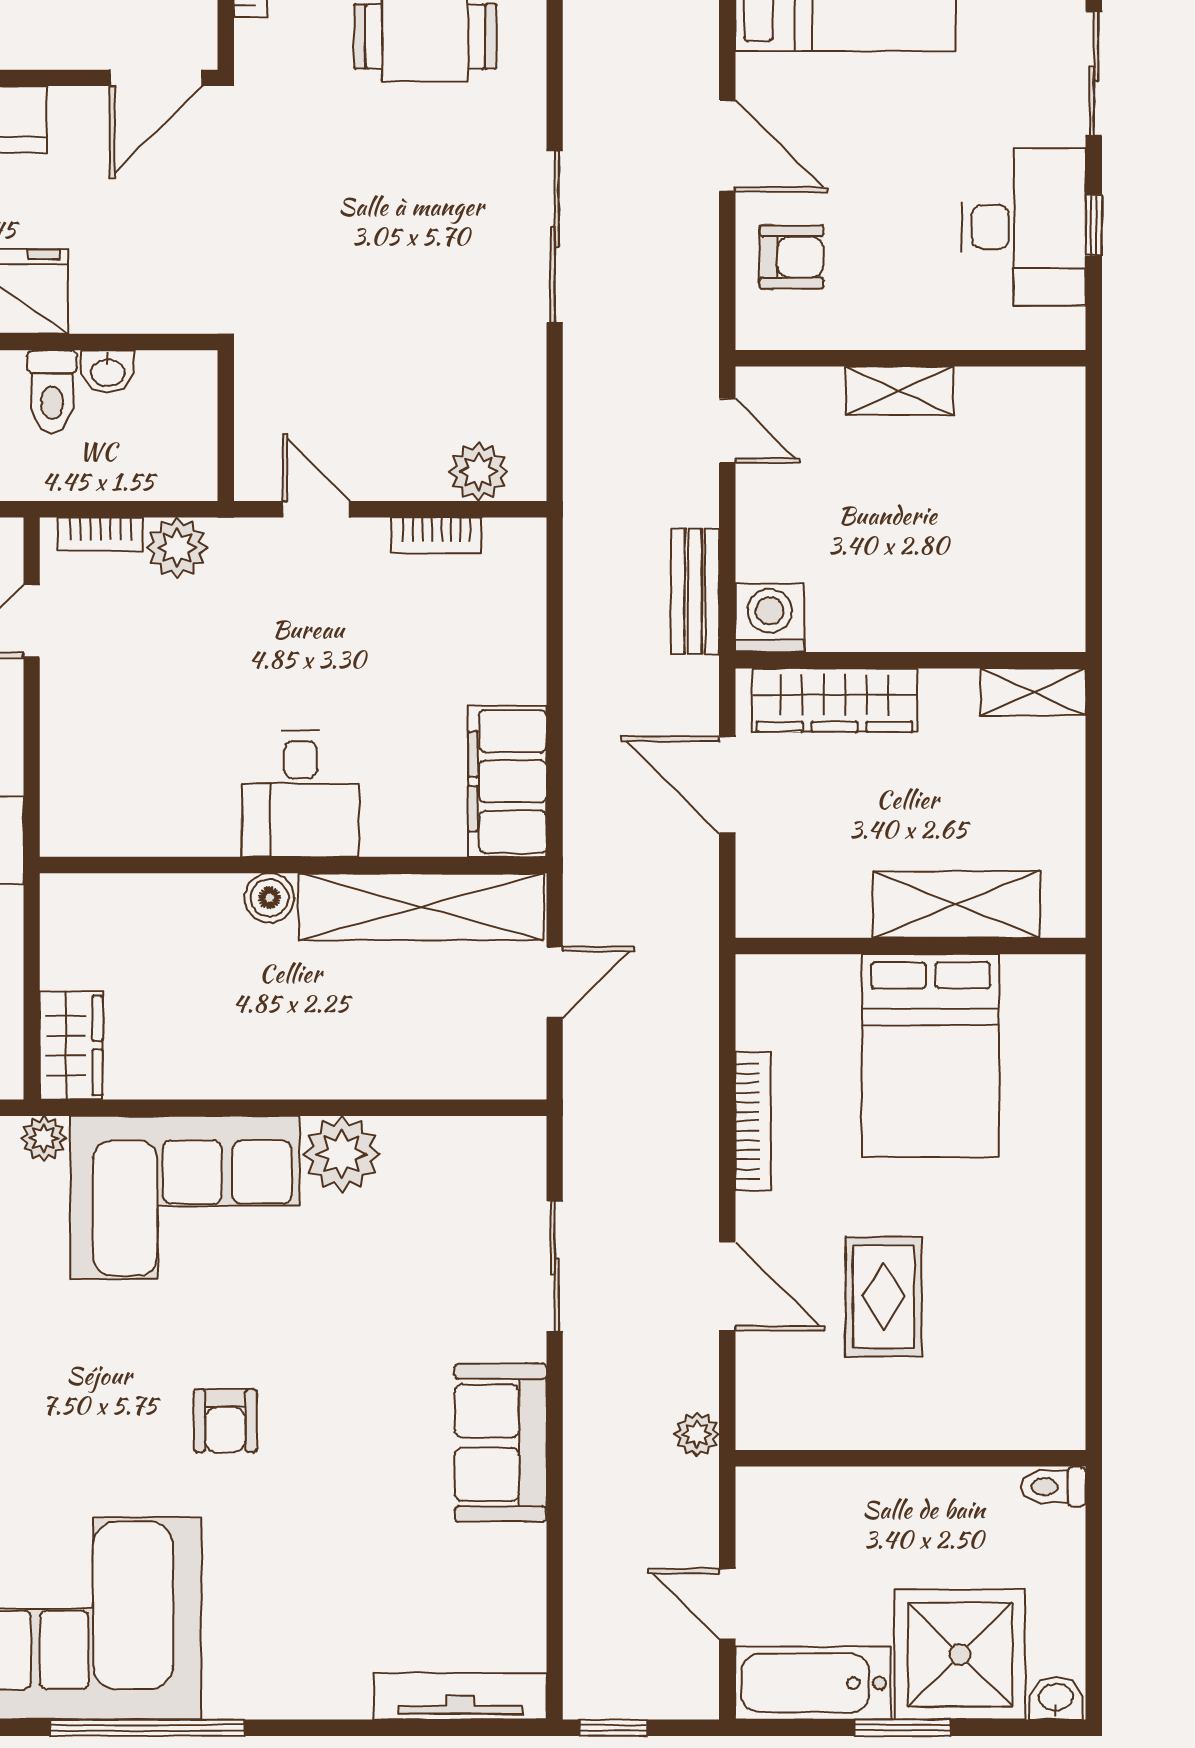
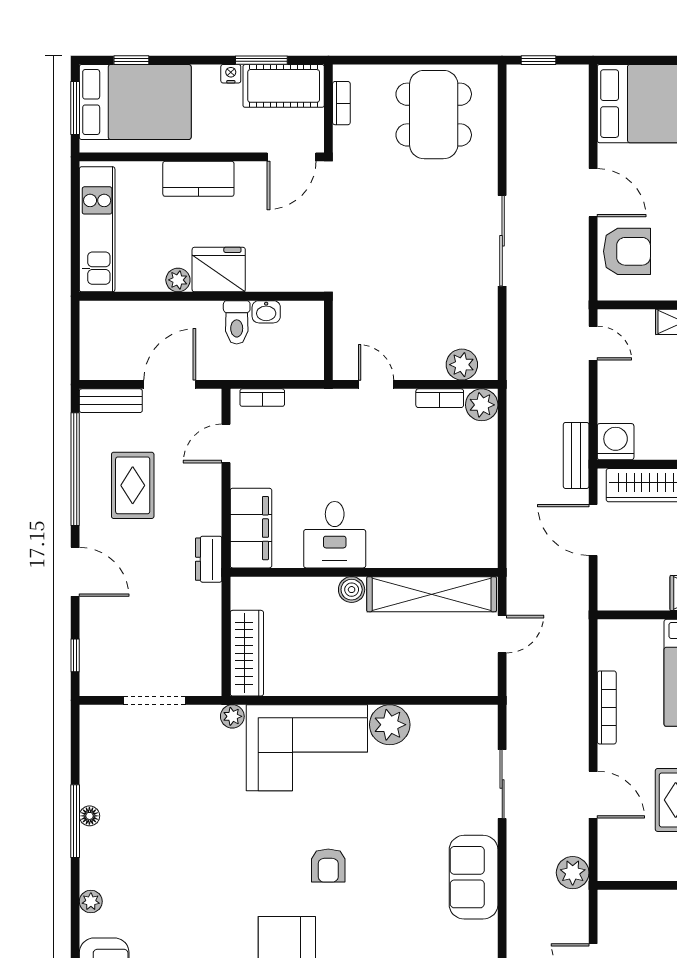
armchair: (791, 257) -> (627, 251), width x1.38, depth x1.38
plant: (177, 548) -> (482, 405), moved
bench: (695, 591) -> (576, 455), moved
filing cabinet: (507, 781) -> (251, 528), moved, turned 180
desk: (300, 794) -> (335, 535), moved
wardrobe: (71, 1045) -> (247, 653), width x1.50
plant: (697, 1434) -> (573, 873), width x1.38, depth x1.38

